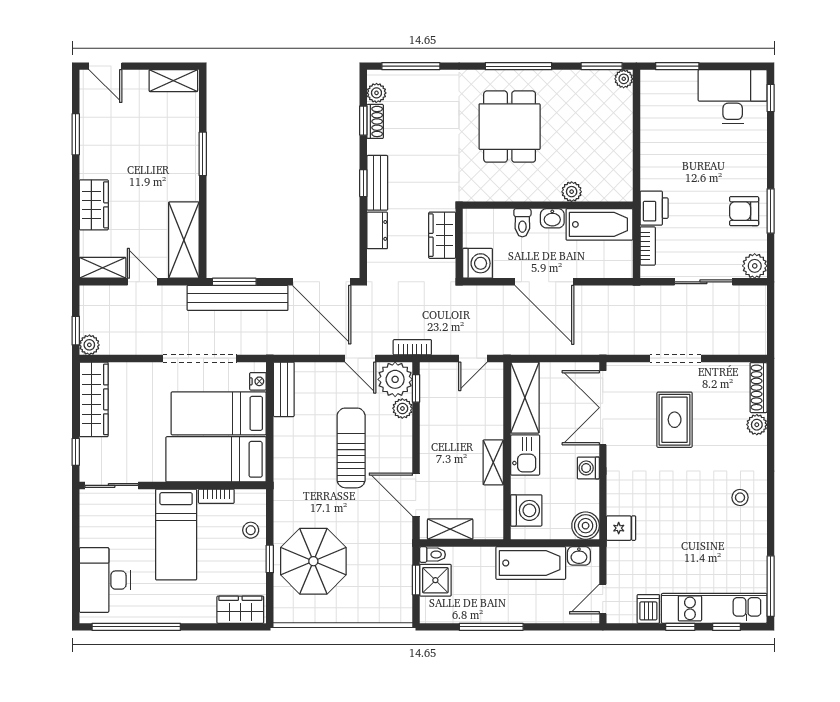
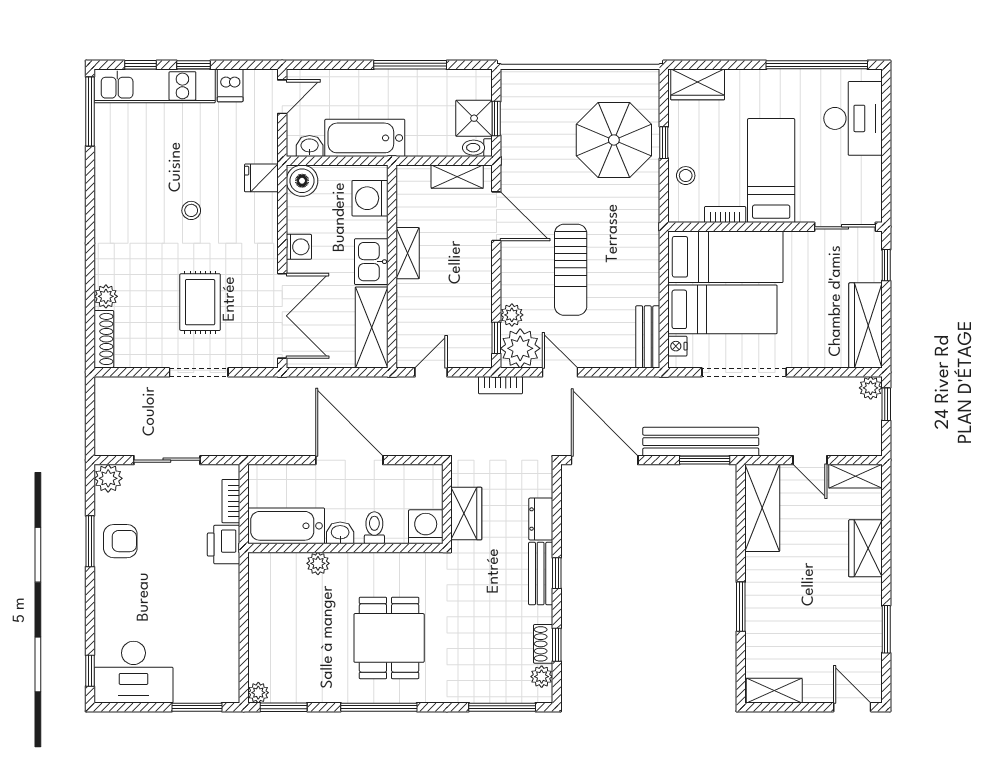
washing machine: (478, 263) -> (426, 527), moved, turned 90
stool: (740, 498) -> (191, 210), moved

